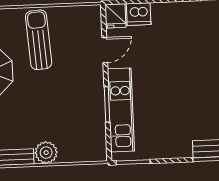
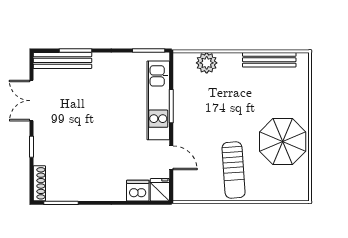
door: (105, 50) -> (171, 158), swing flipped
plant: (46, 153) -> (207, 63), moved

